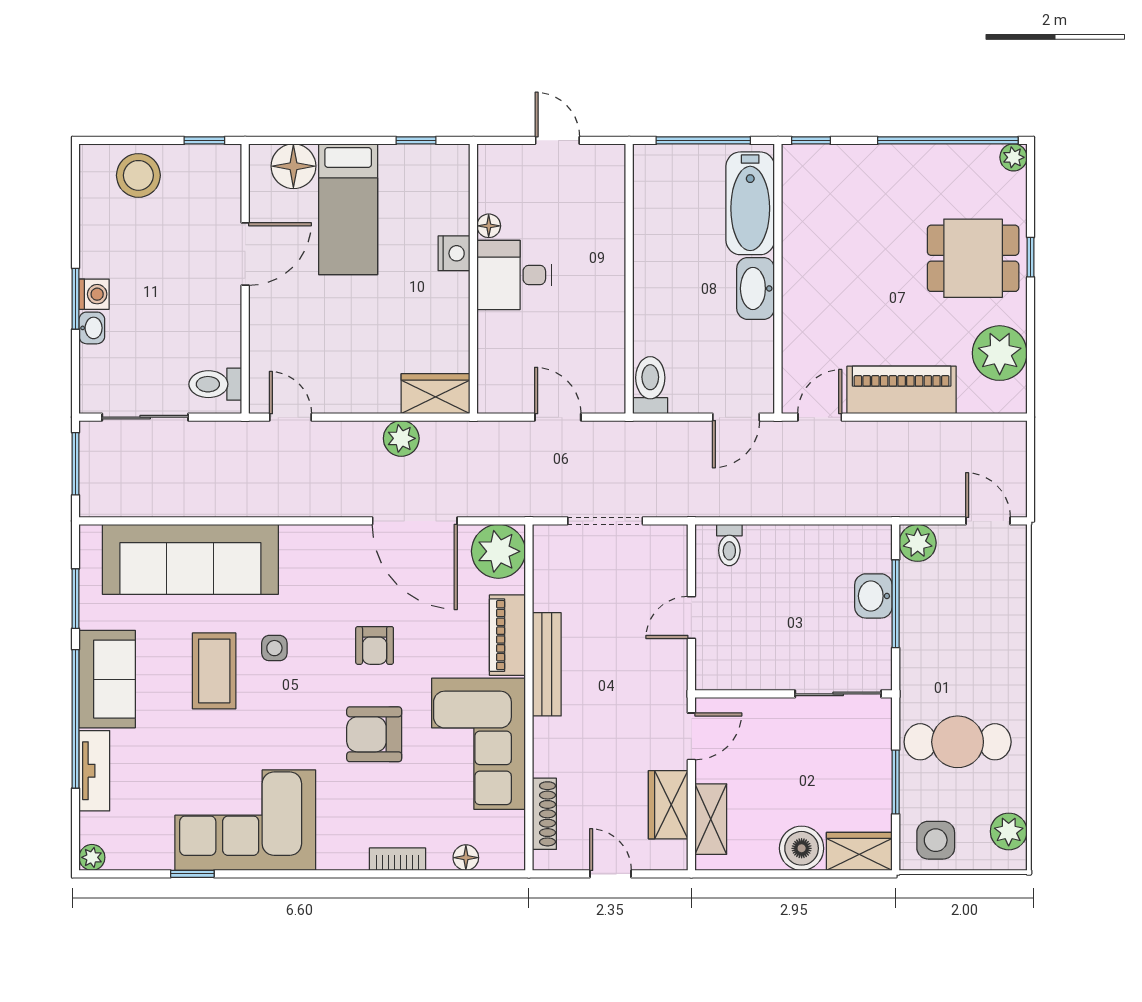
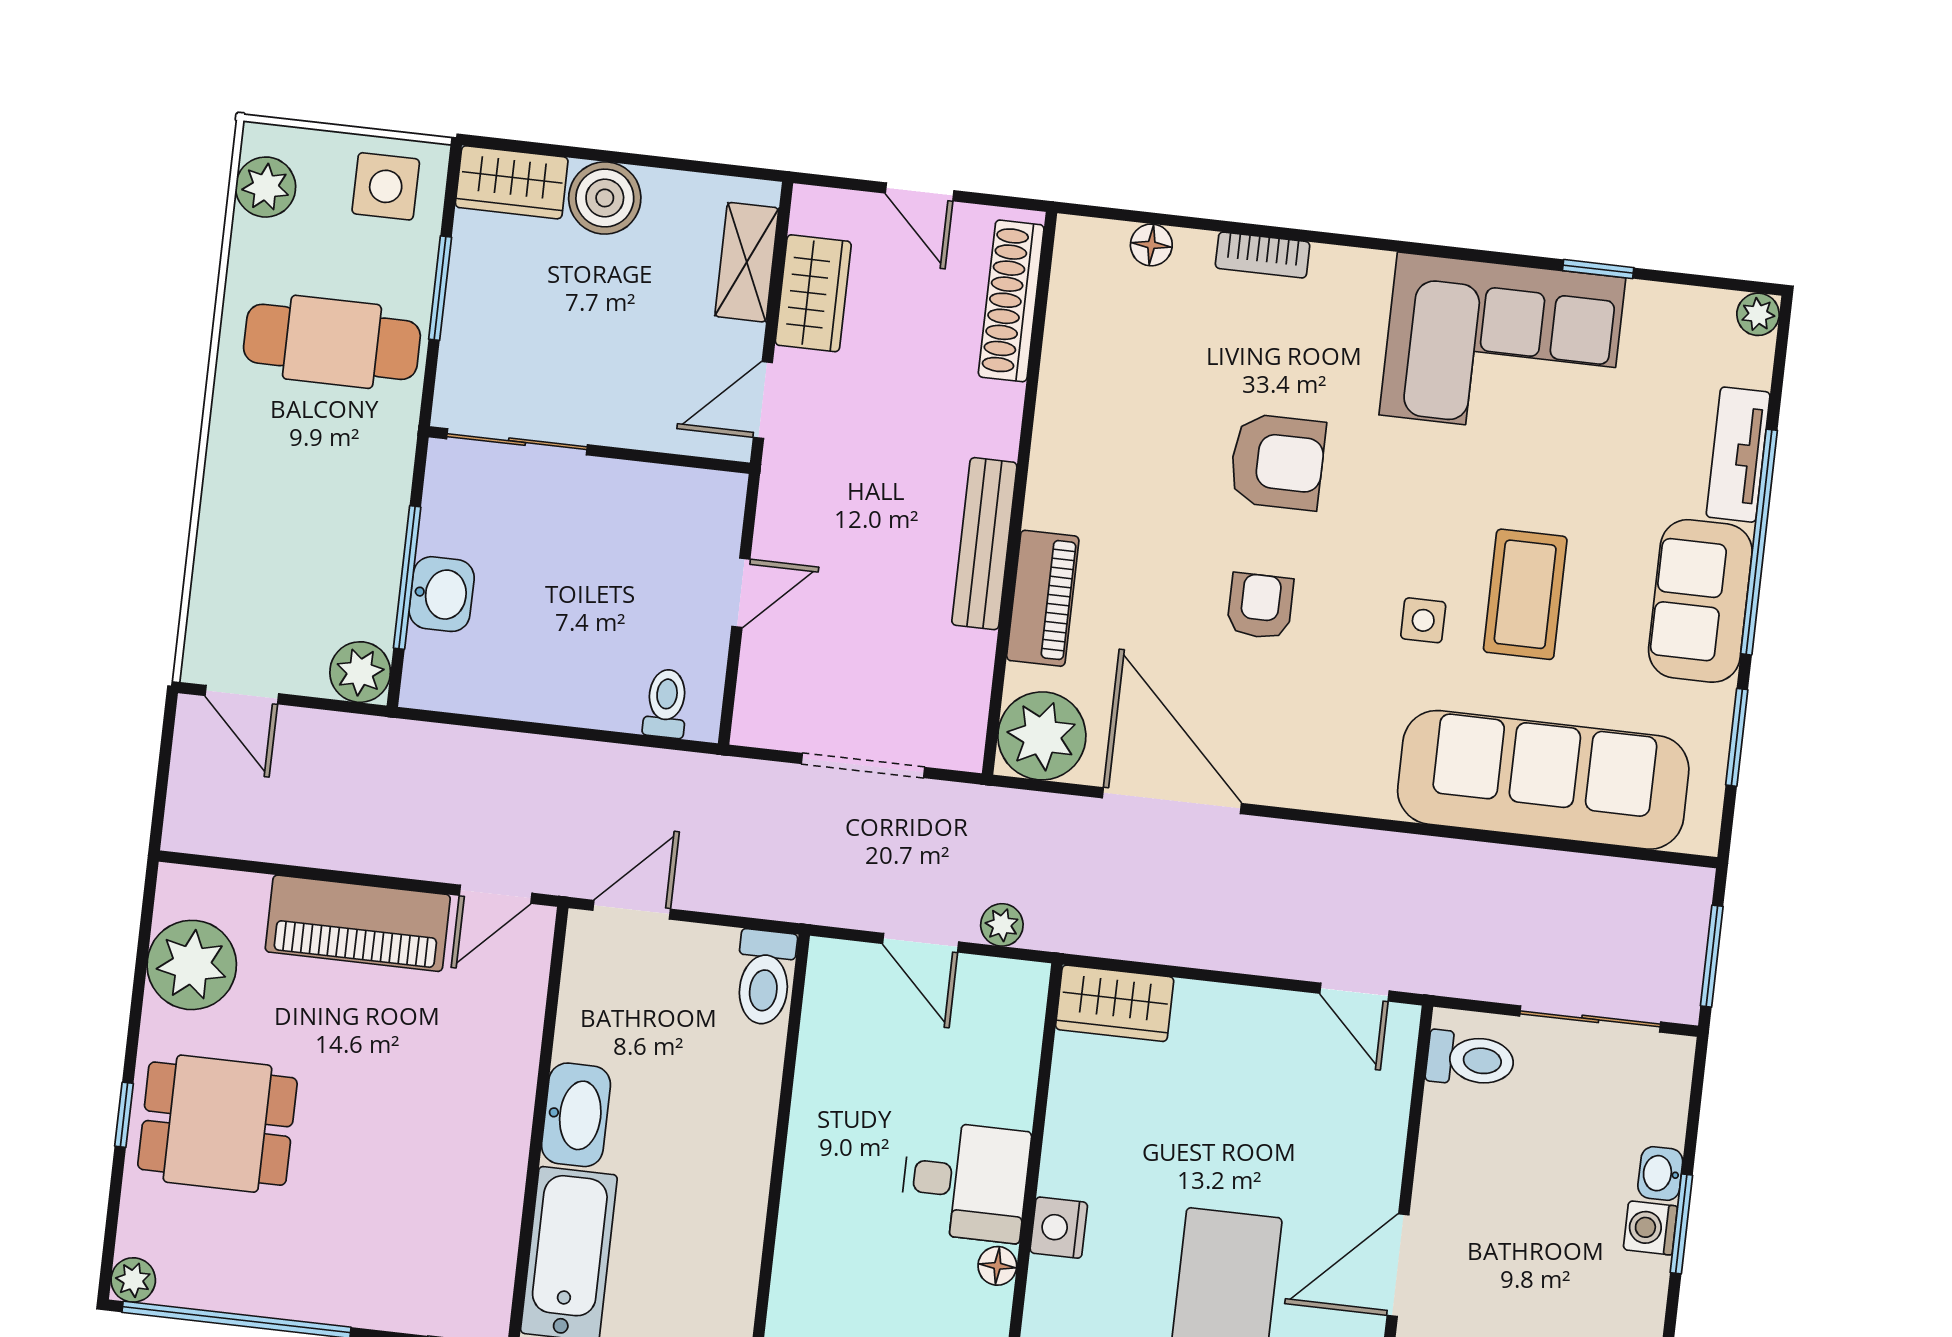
plant: (401, 438) -> (1002, 925), moved, width x0.73, depth x0.73
corner sofa: (479, 744) -> (1110, 427), removed
shoe rack: (544, 814) -> (1011, 301), width x1.36, depth x1.24

